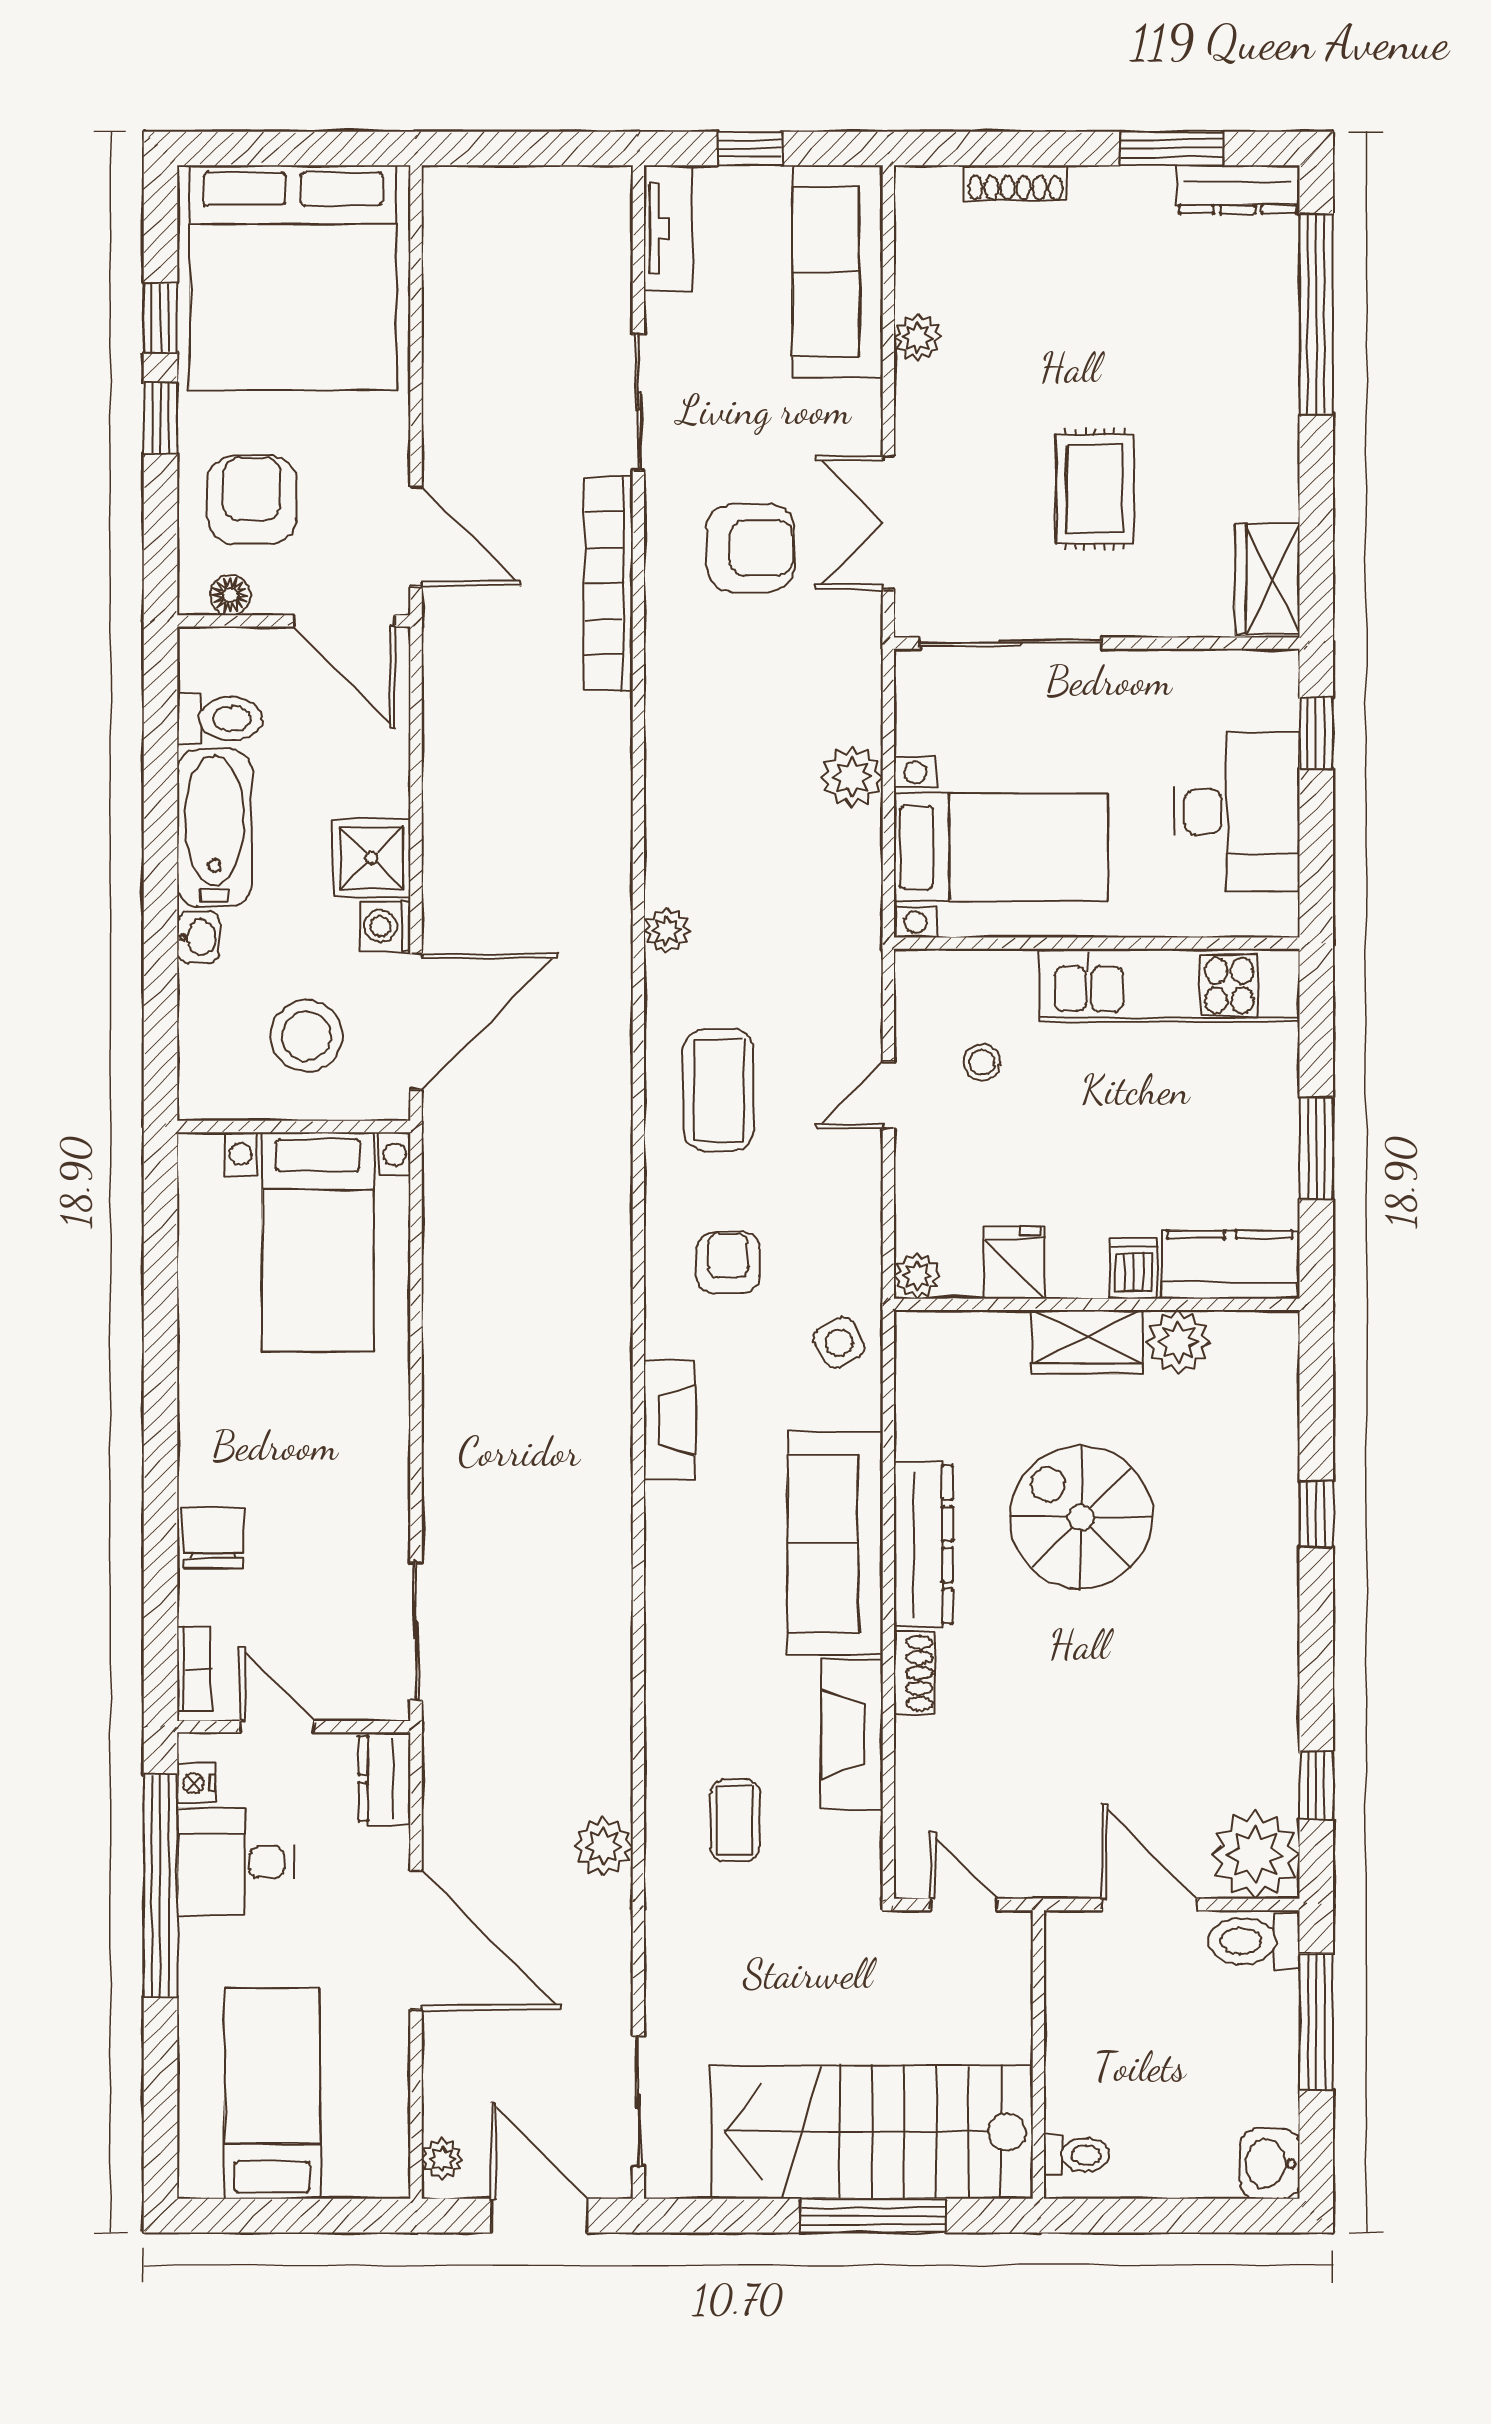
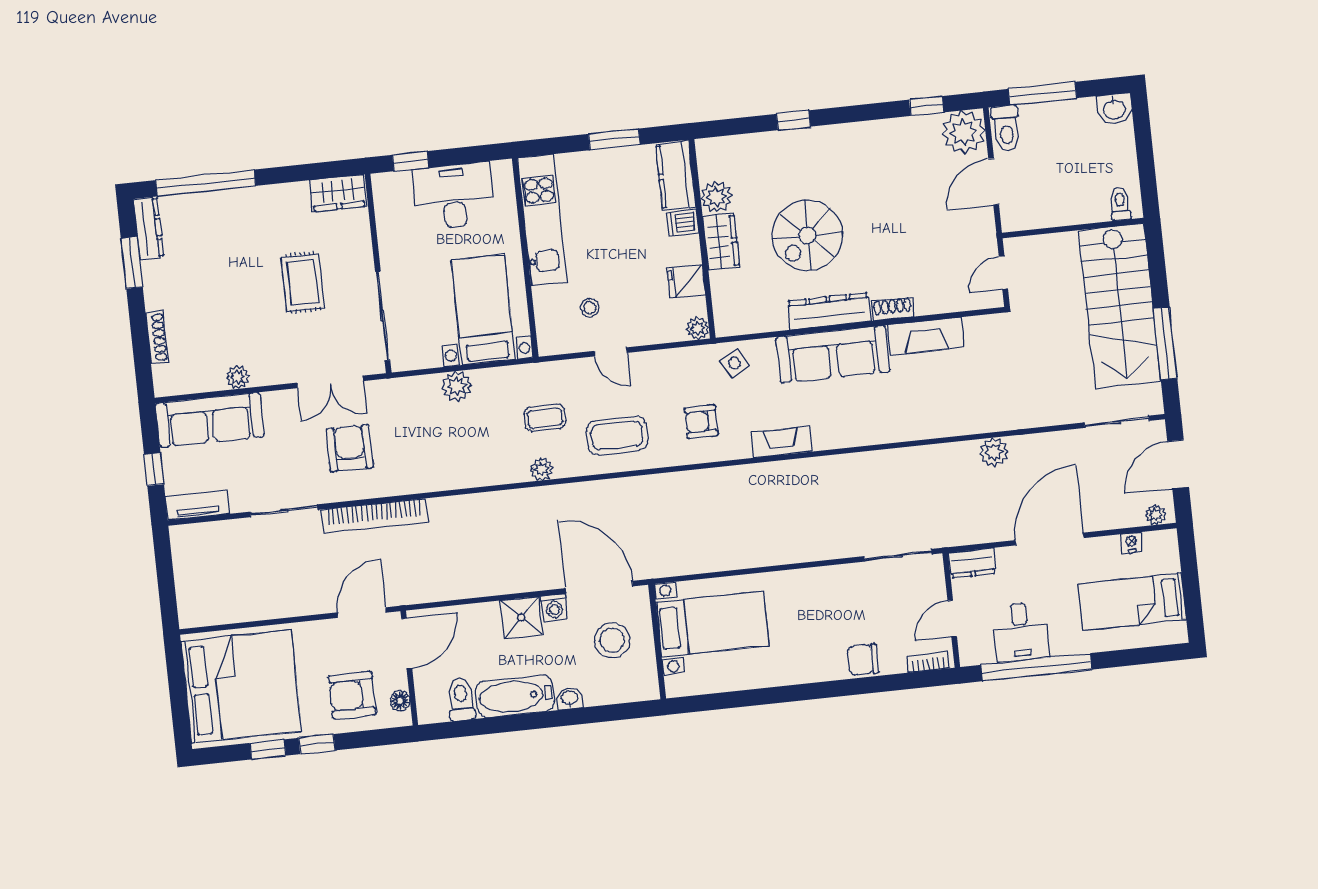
rug: (1095, 489) -> (303, 282), turned 90
nightstand: (196, 1783) -> (1131, 543), moved, turned 180
coffee table: (735, 1820) -> (545, 418), moved
window: (873, 2216) -> (1165, 343), moved

